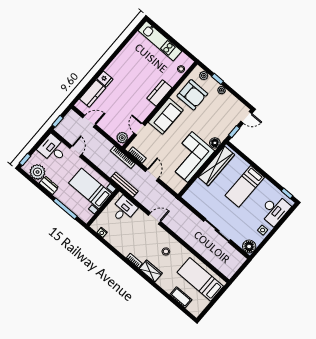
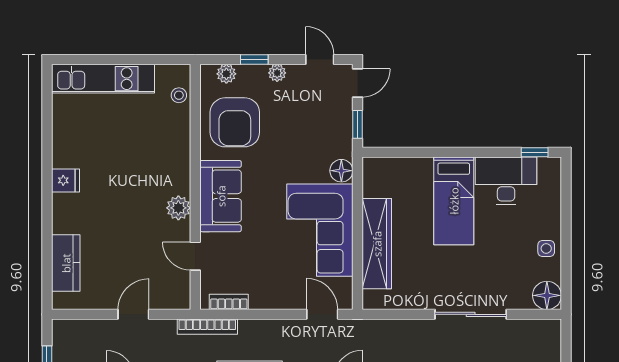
fridge: (105, 79) -> (65, 180), moved
kitchen counter: (159, 93) -> (177, 167), removed
armchair: (192, 95) -> (235, 122), turned 90
door: (240, 98) -> (320, 60), added
door: (89, 121) -> (133, 314), moved
plant: (122, 138) -> (178, 208), moved
wardrobe: (216, 166) -> (377, 244), moved
door: (152, 175) -> (322, 314), moved
desk: (275, 210) -> (506, 181), moved, turned -90

